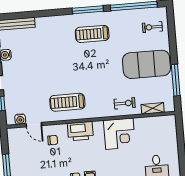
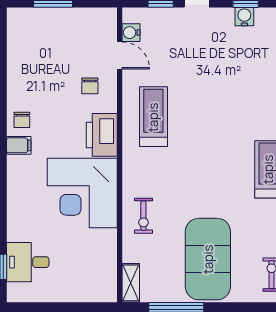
shelving: (153, 108) -> (131, 283), moved
door: (34, 125) -> (120, 55), swing flipped
corner desk: (119, 134) -> (82, 193), width x1.36, depth x1.36

